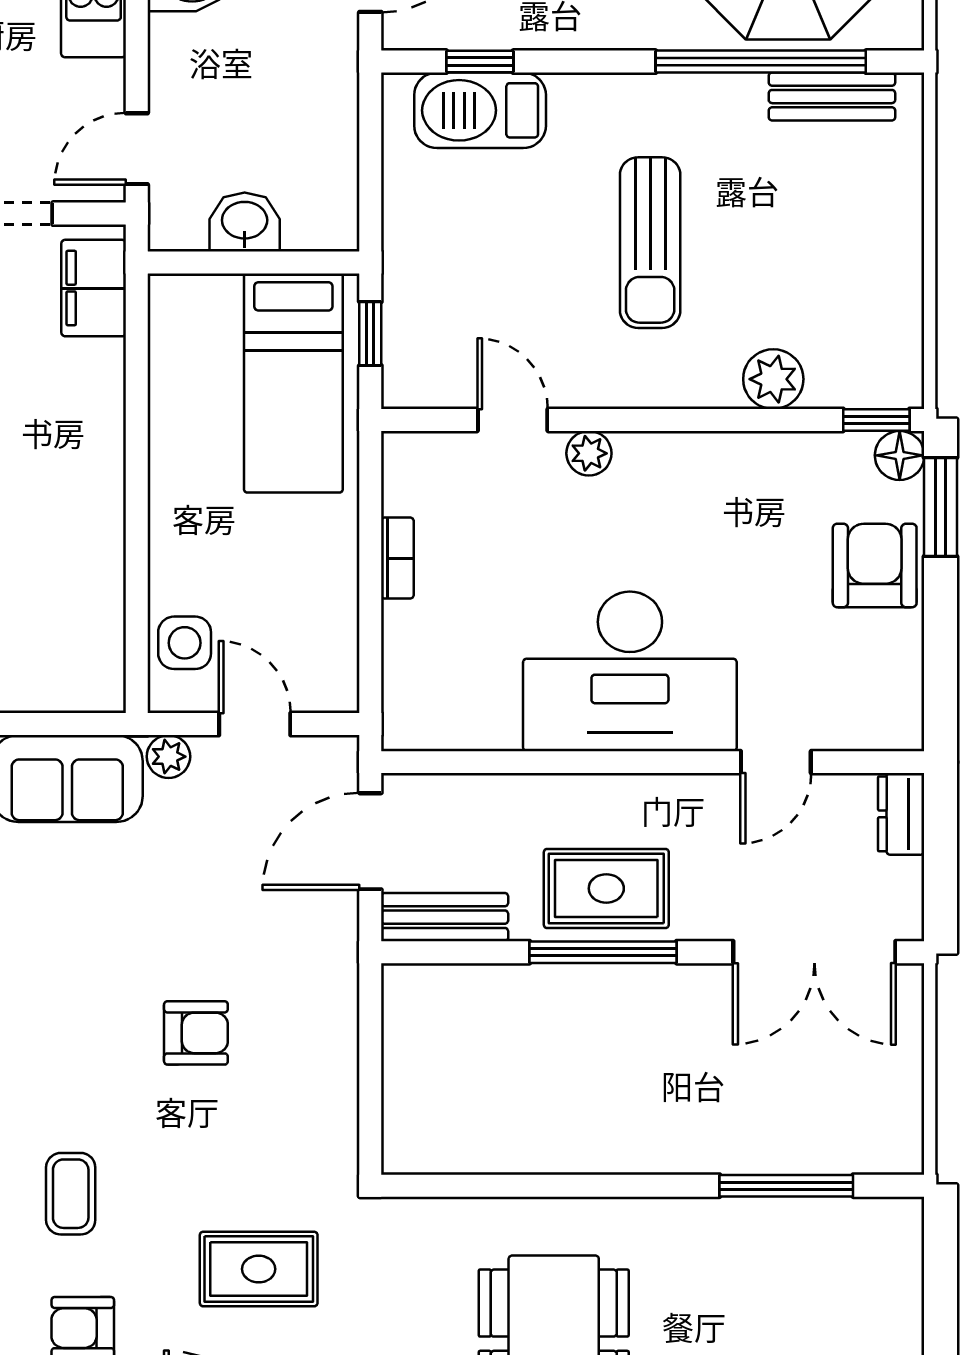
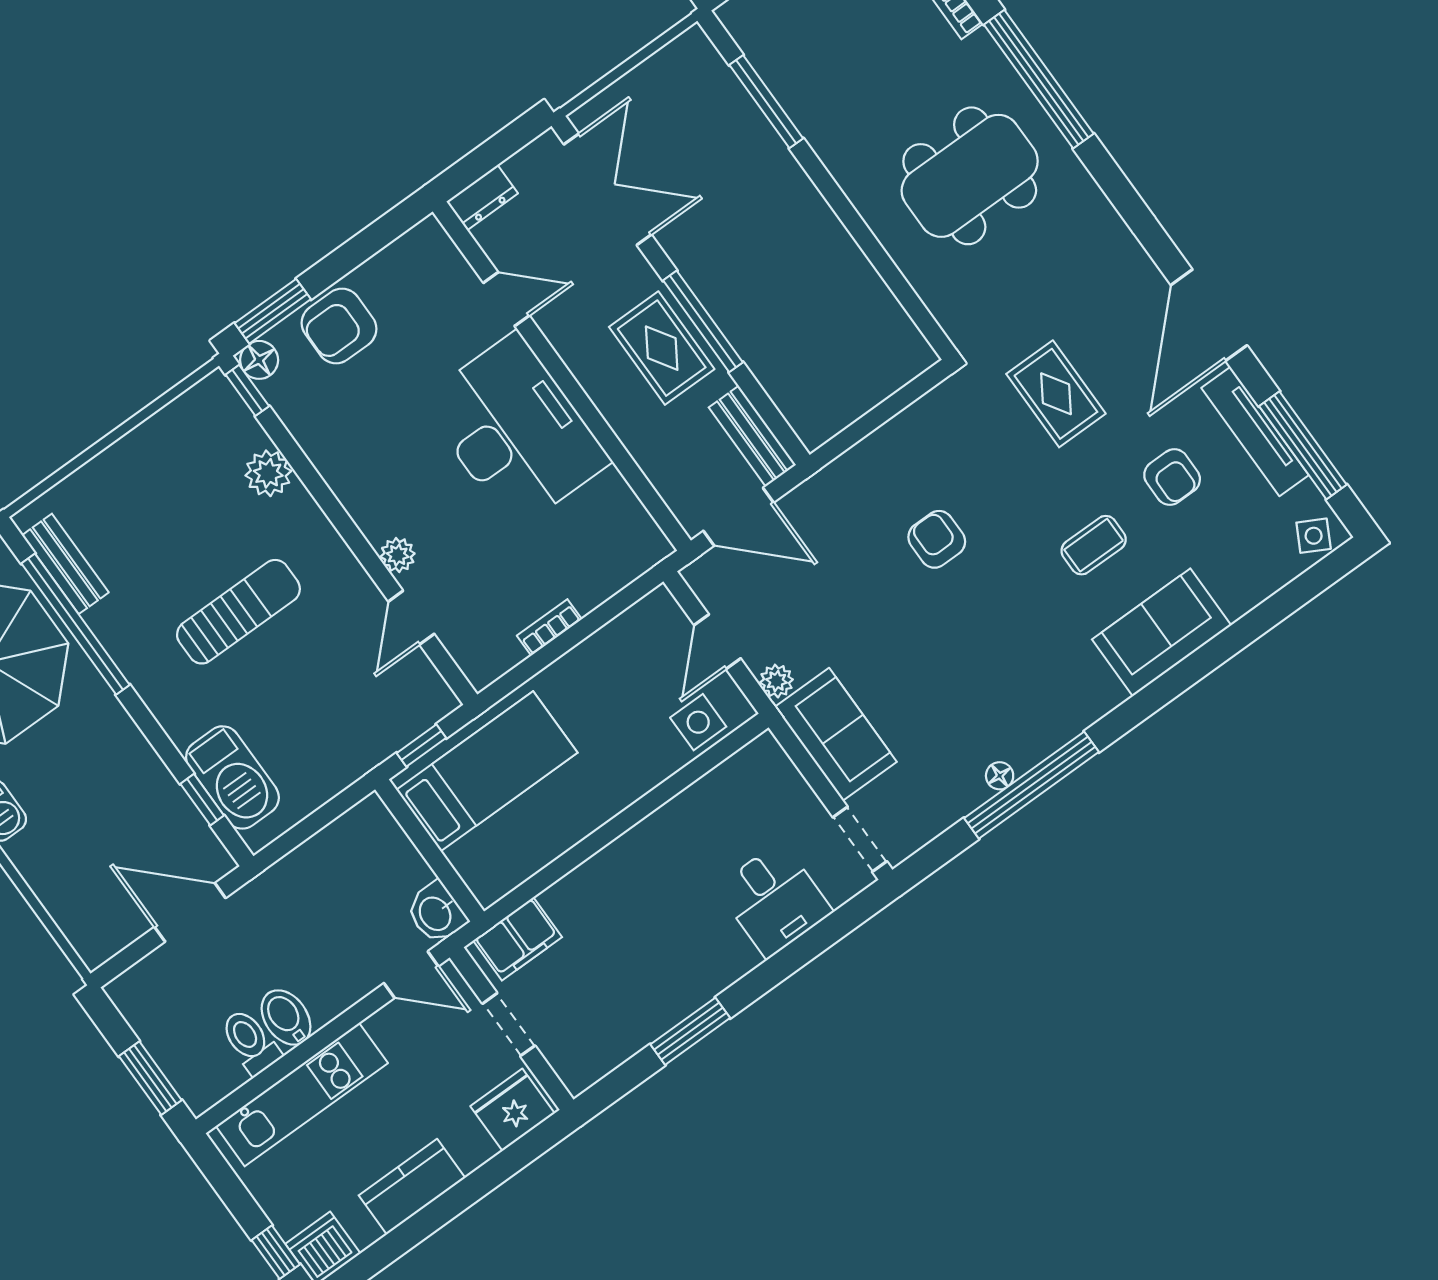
washbasin: (245, 222) -> (436, 913), moved

